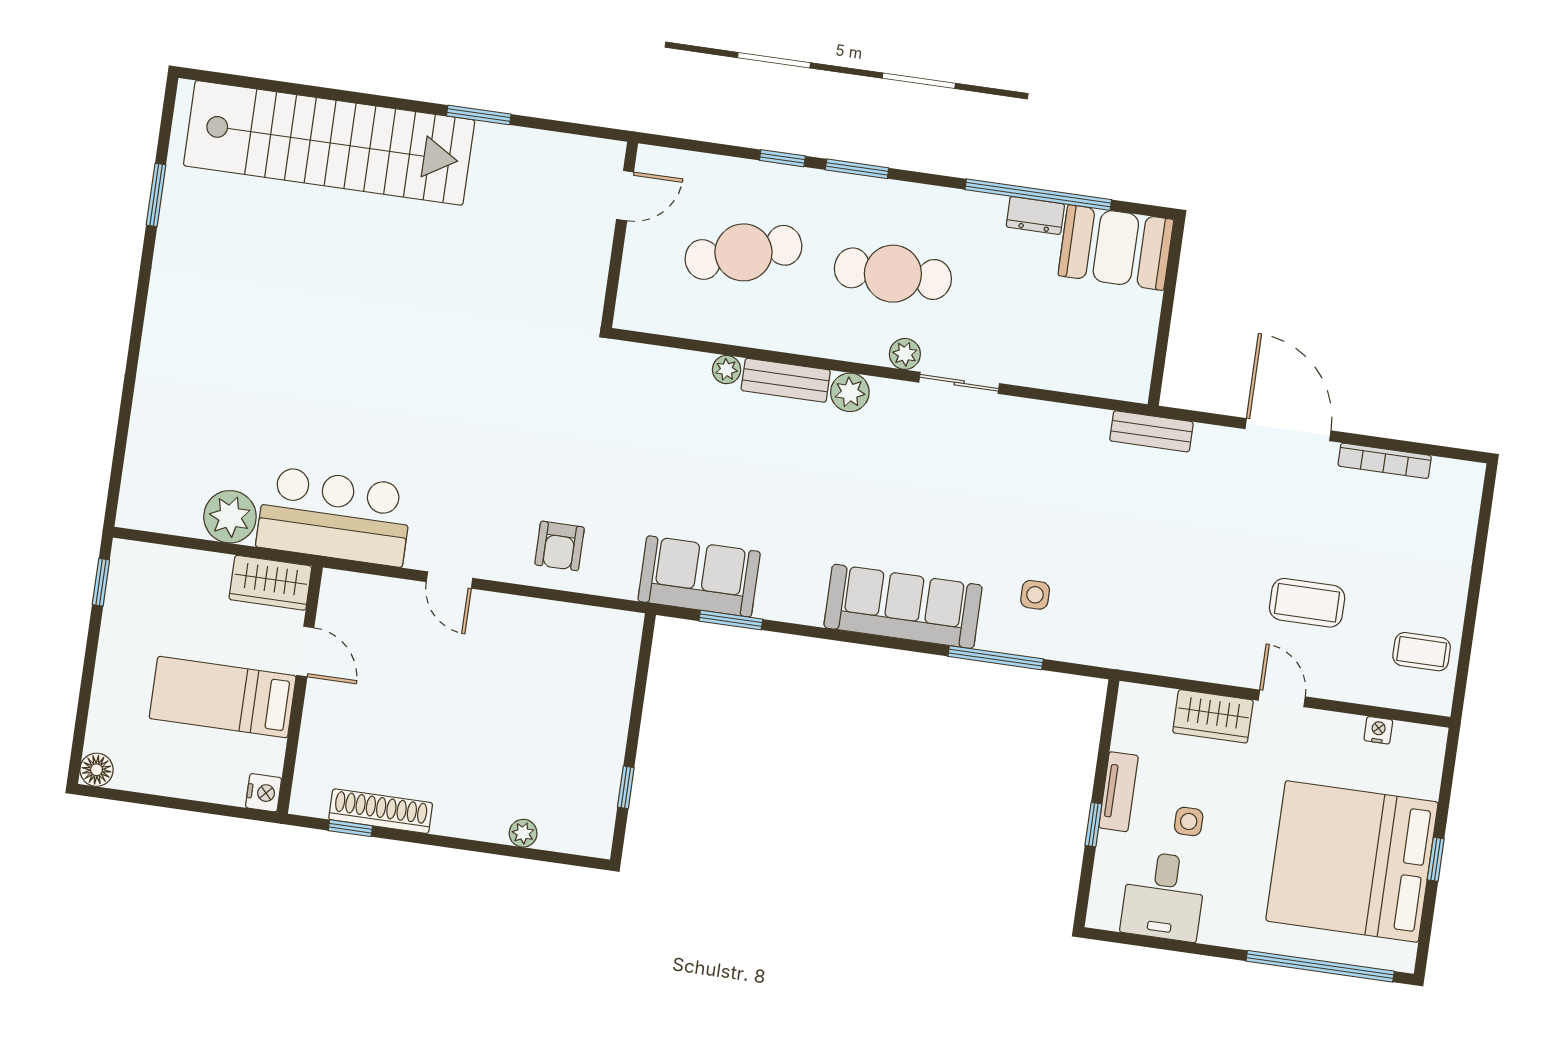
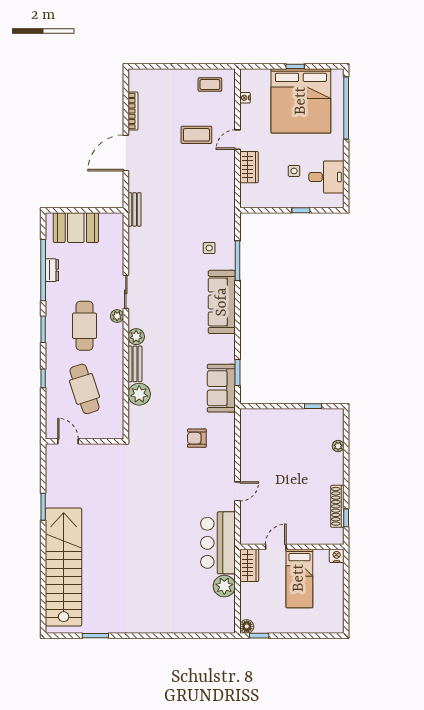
window: (857, 169) -> (43, 329), moved
booth: (1116, 248) -> (76, 228), moved, turned 90
plant: (727, 370) -> (139, 394), width x1.87, depth x1.87
armchair: (560, 546) -> (197, 438), moved, turned 180
coffee table: (1307, 603) -> (196, 135), turned 90
coffee table: (1422, 652) -> (210, 84), turned 90
floor lamp: (97, 770) -> (247, 626), moved
tv unit: (1118, 792) -> (286, 202), removed

